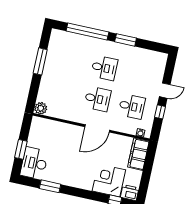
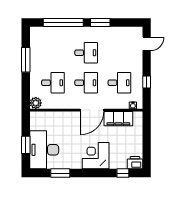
desk: (63, 91) -> (53, 83), added
door: (165, 91) -> (147, 44), moved
filing cabinet: (138, 154) -> (118, 119), moved, turned -90
desk: (34, 163) -> (44, 150), width x1.36, depth x1.30
corner desk: (109, 180) -> (96, 156), moved

